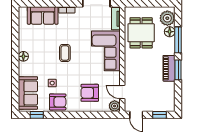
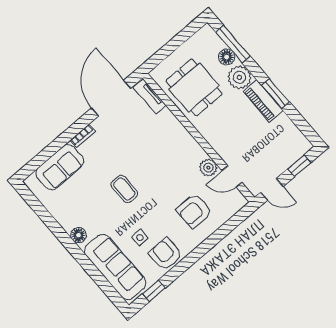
plant: (167, 18) -> (239, 77), moved
window: (178, 40) -> (233, 44), moved
corner sofa: (106, 51) -> (171, 145), removed
sofa: (28, 93) -> (115, 267), width x1.36
armchair: (58, 102) -> (165, 254), turned -90
plant: (115, 106) -> (208, 168), moved

